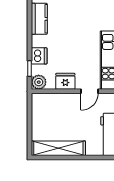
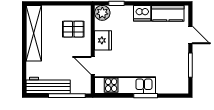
dishwasher: (39, 56) -> (142, 13), moved
pallet: (54, 110) -> (73, 29), added

